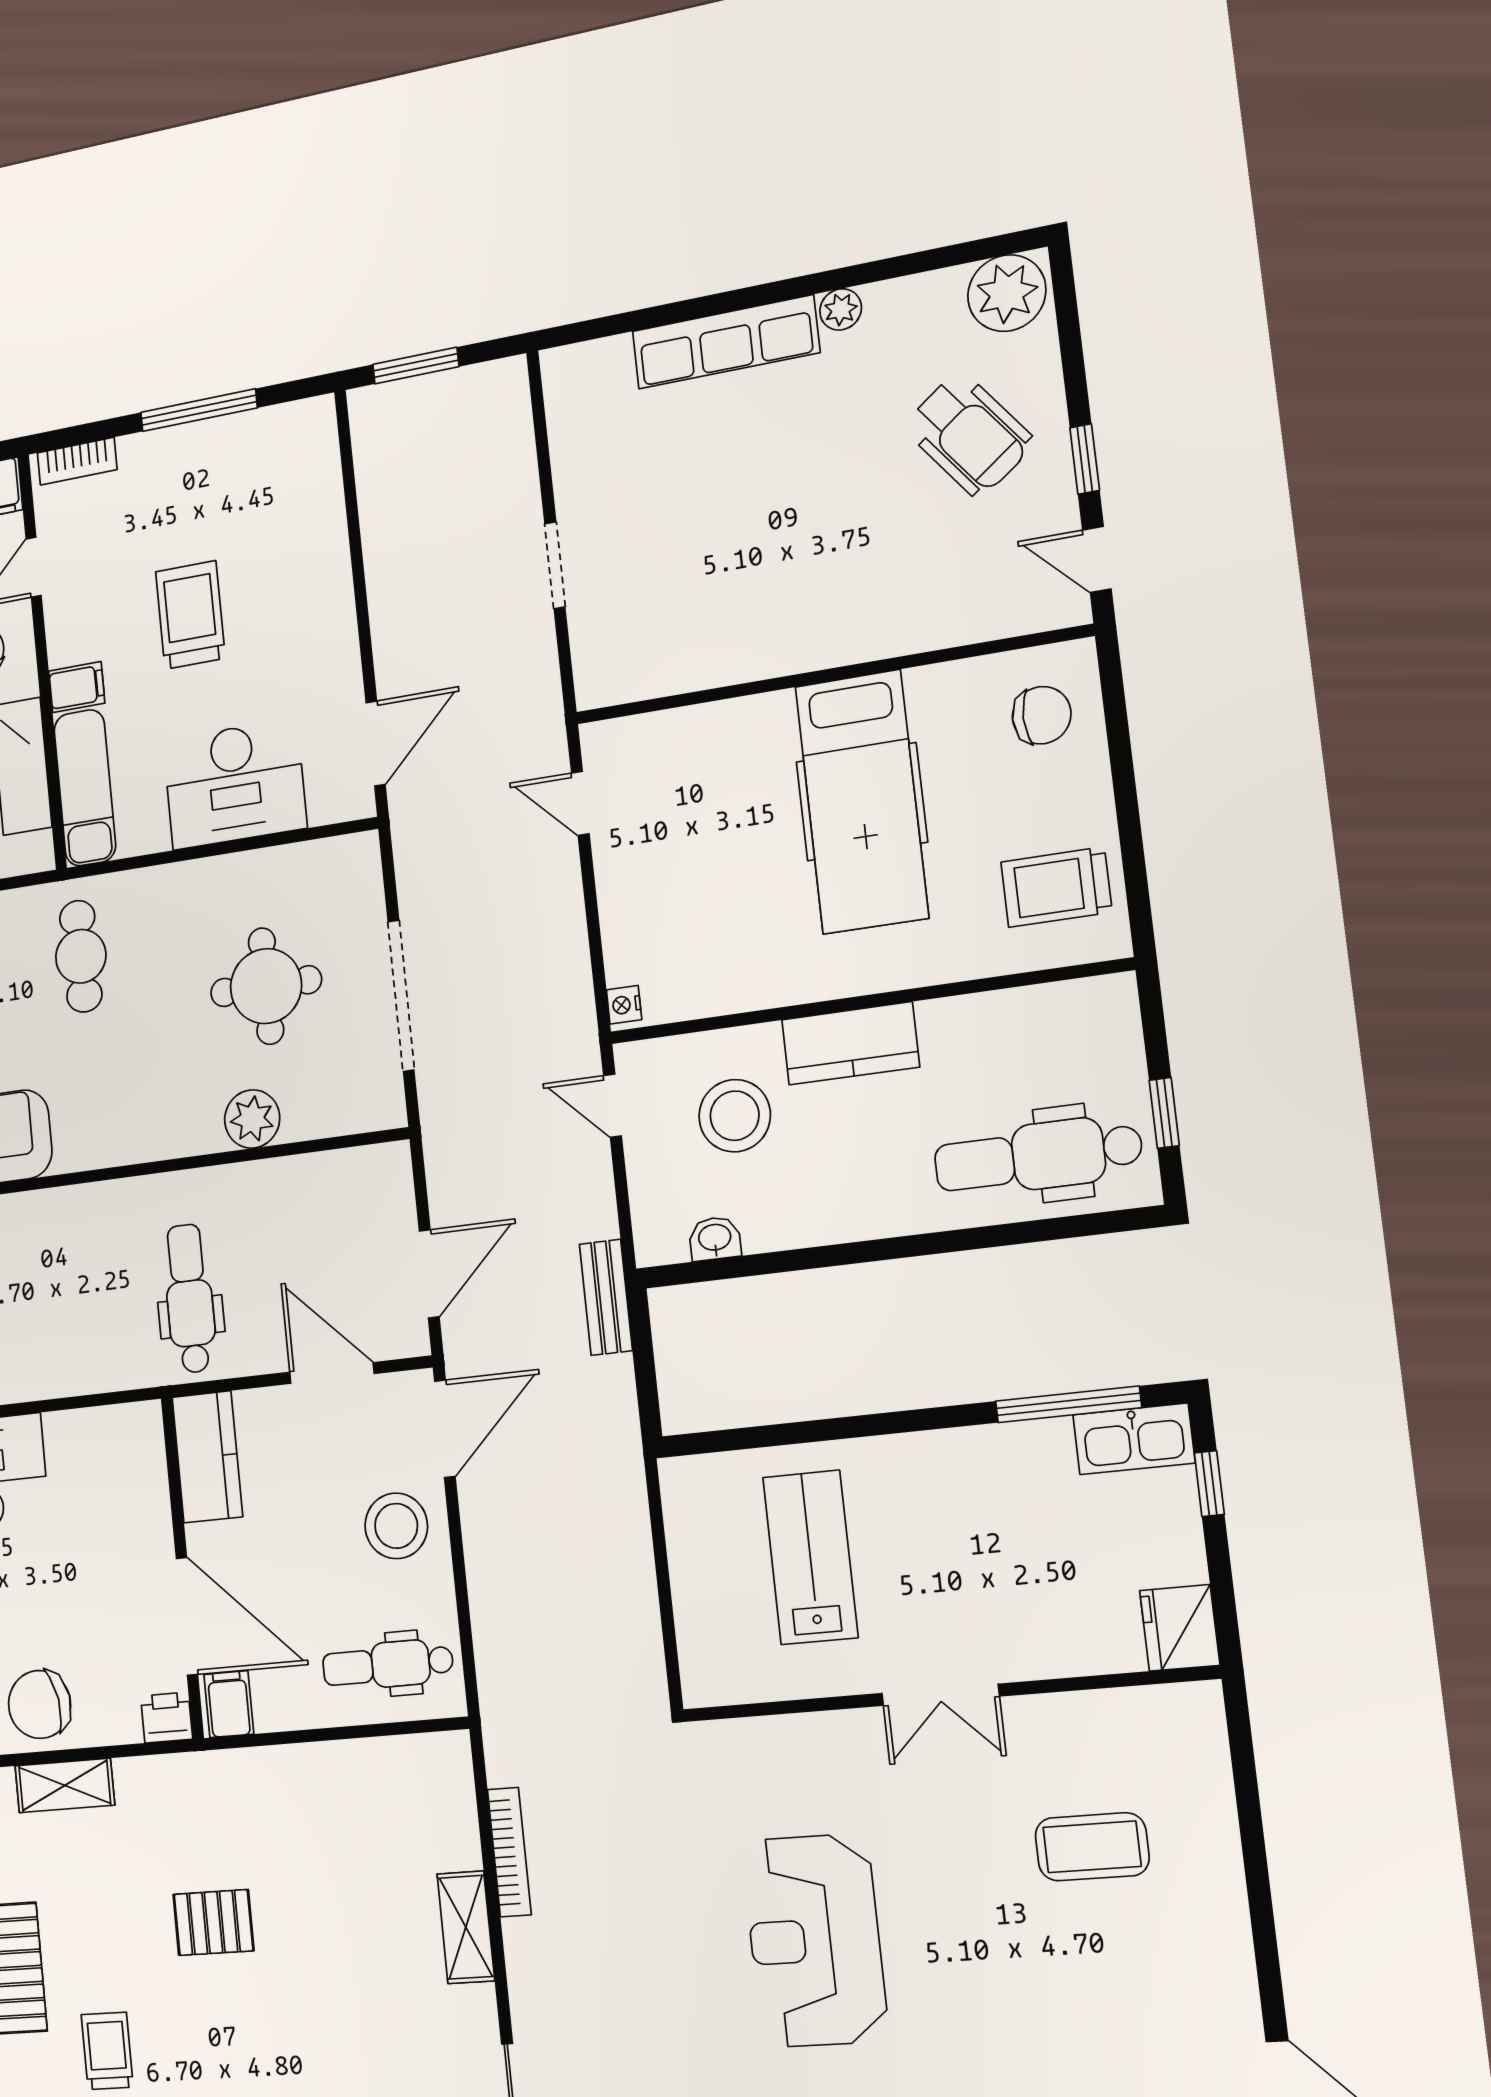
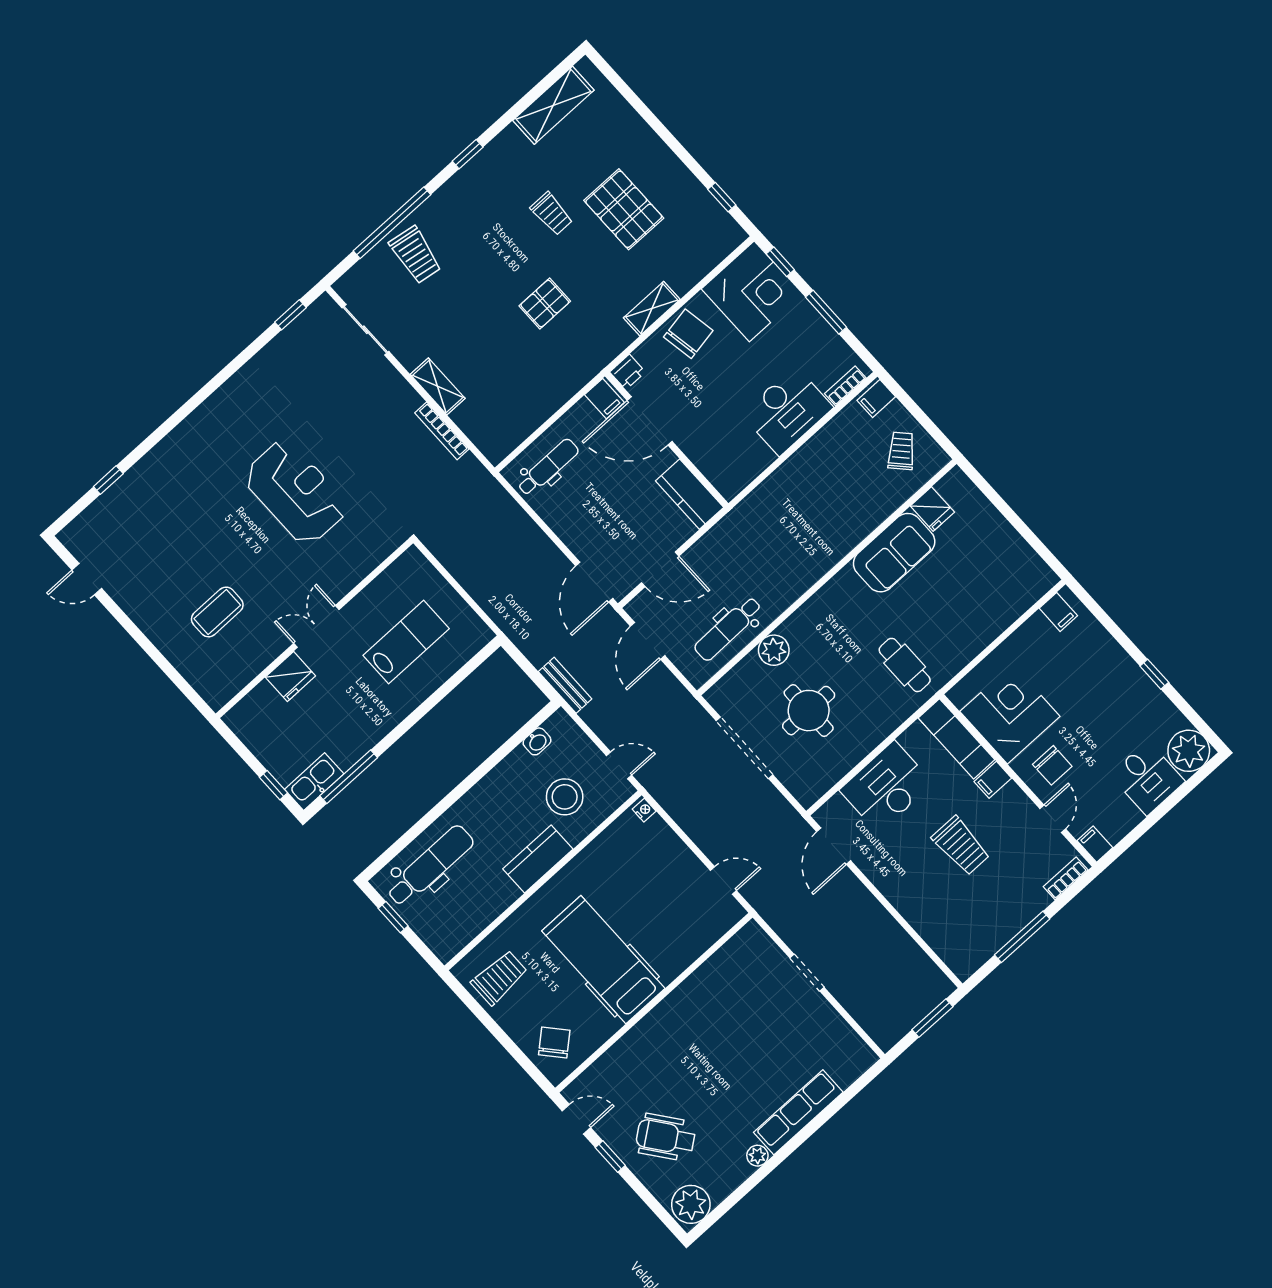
chair: (1042, 715) -> (554, 1042), turned 139
dental chair: (190, 1299) -> (728, 629), moved, turned 89
stool: (396, 1526) -> (586, 527), removed
lab bench: (810, 1557) -> (406, 642), turned -90
fridge: (1180, 1628) -> (290, 676), moved, turned 90

